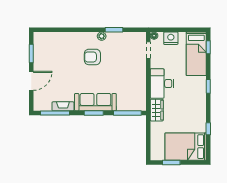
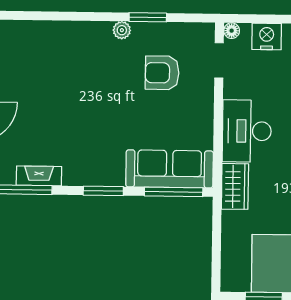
armchair: (92, 57) -> (162, 73), moved
sofa: (95, 102) -> (170, 169), moved

